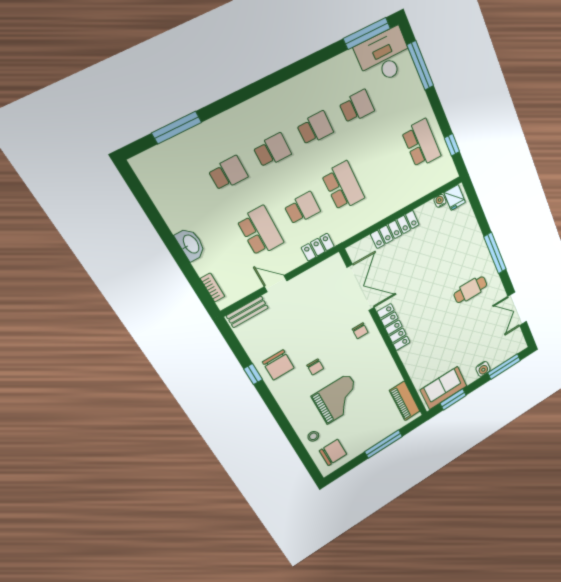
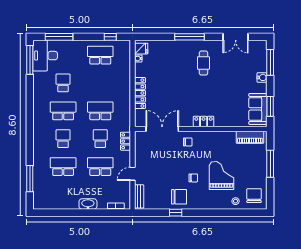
school desk: (315, 128) -> (63, 111), width x1.85
school desk: (228, 173) -> (63, 167), width x1.85
locker: (394, 327) -> (204, 121), width x0.66

